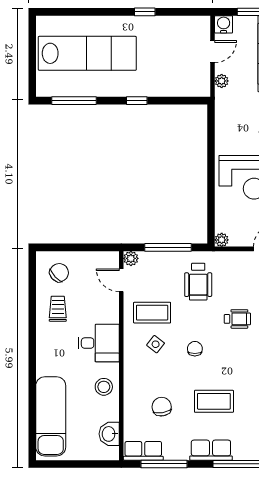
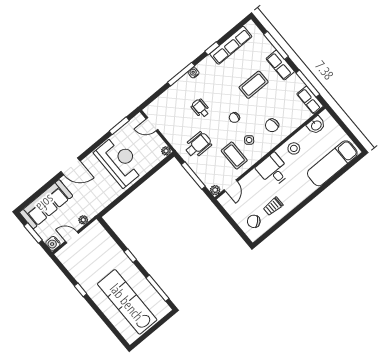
coffee table: (214, 401) -> (254, 85), turned 90
chair: (162, 407) -> (272, 125), moved

